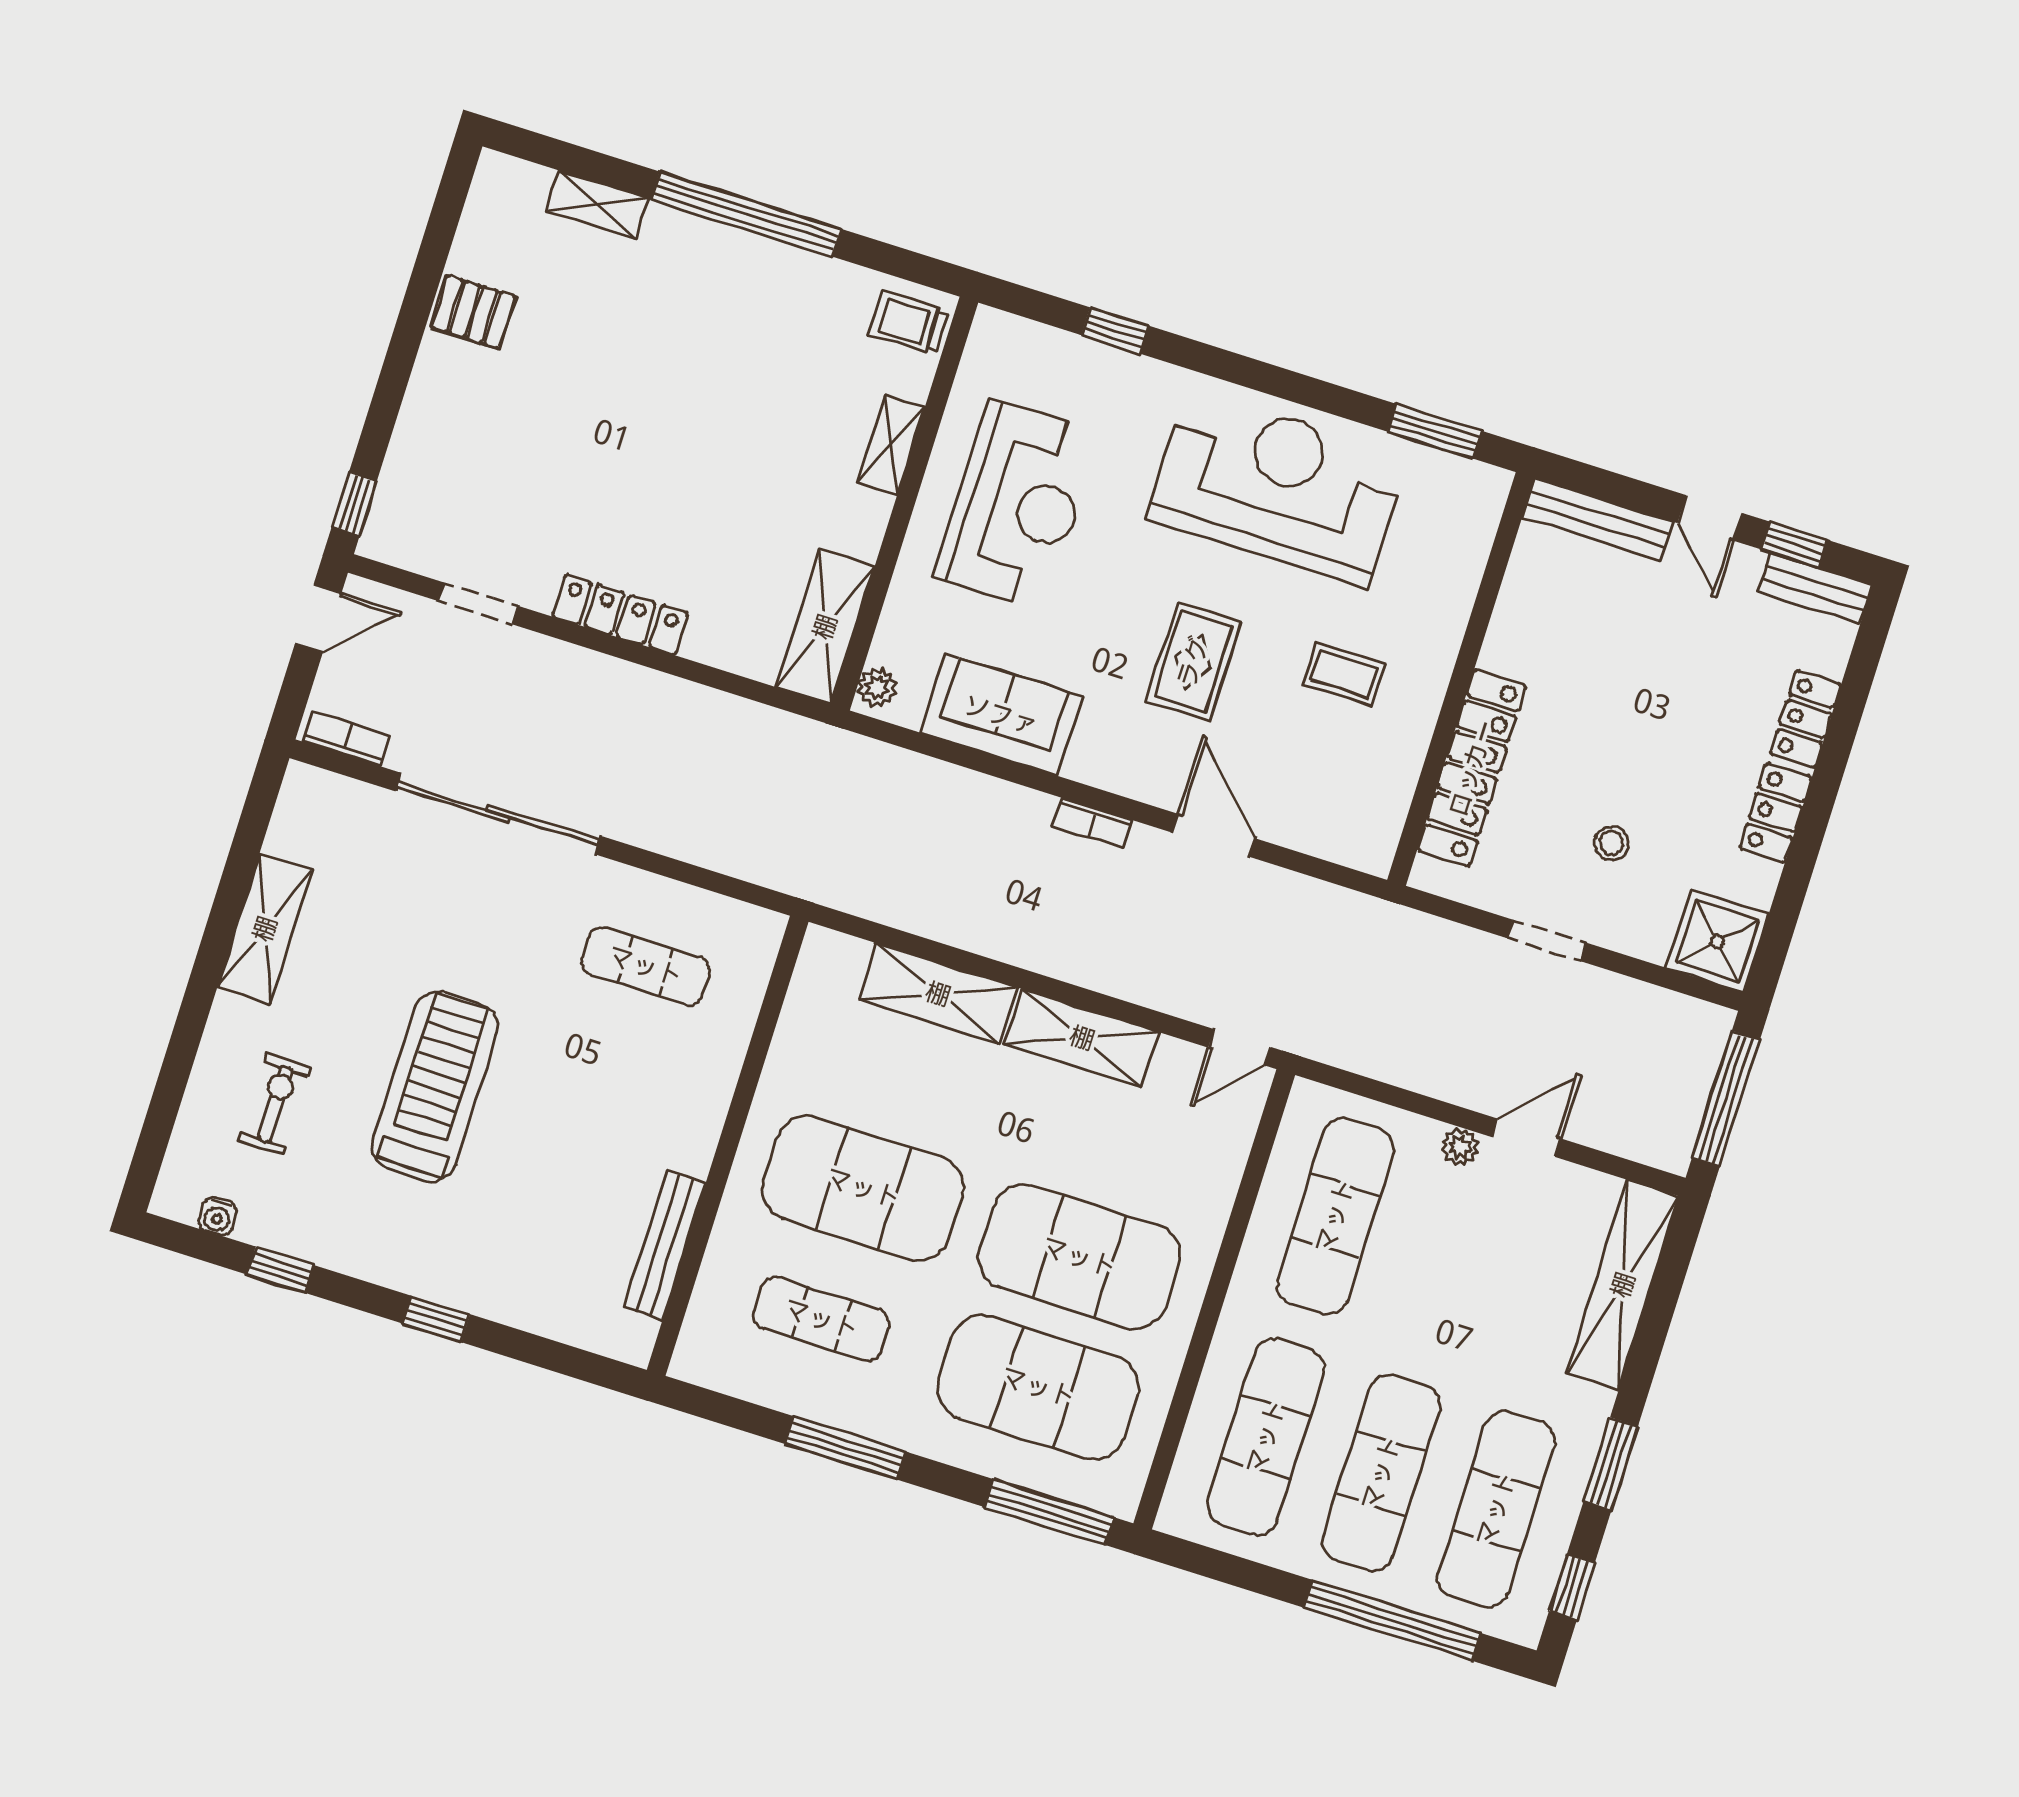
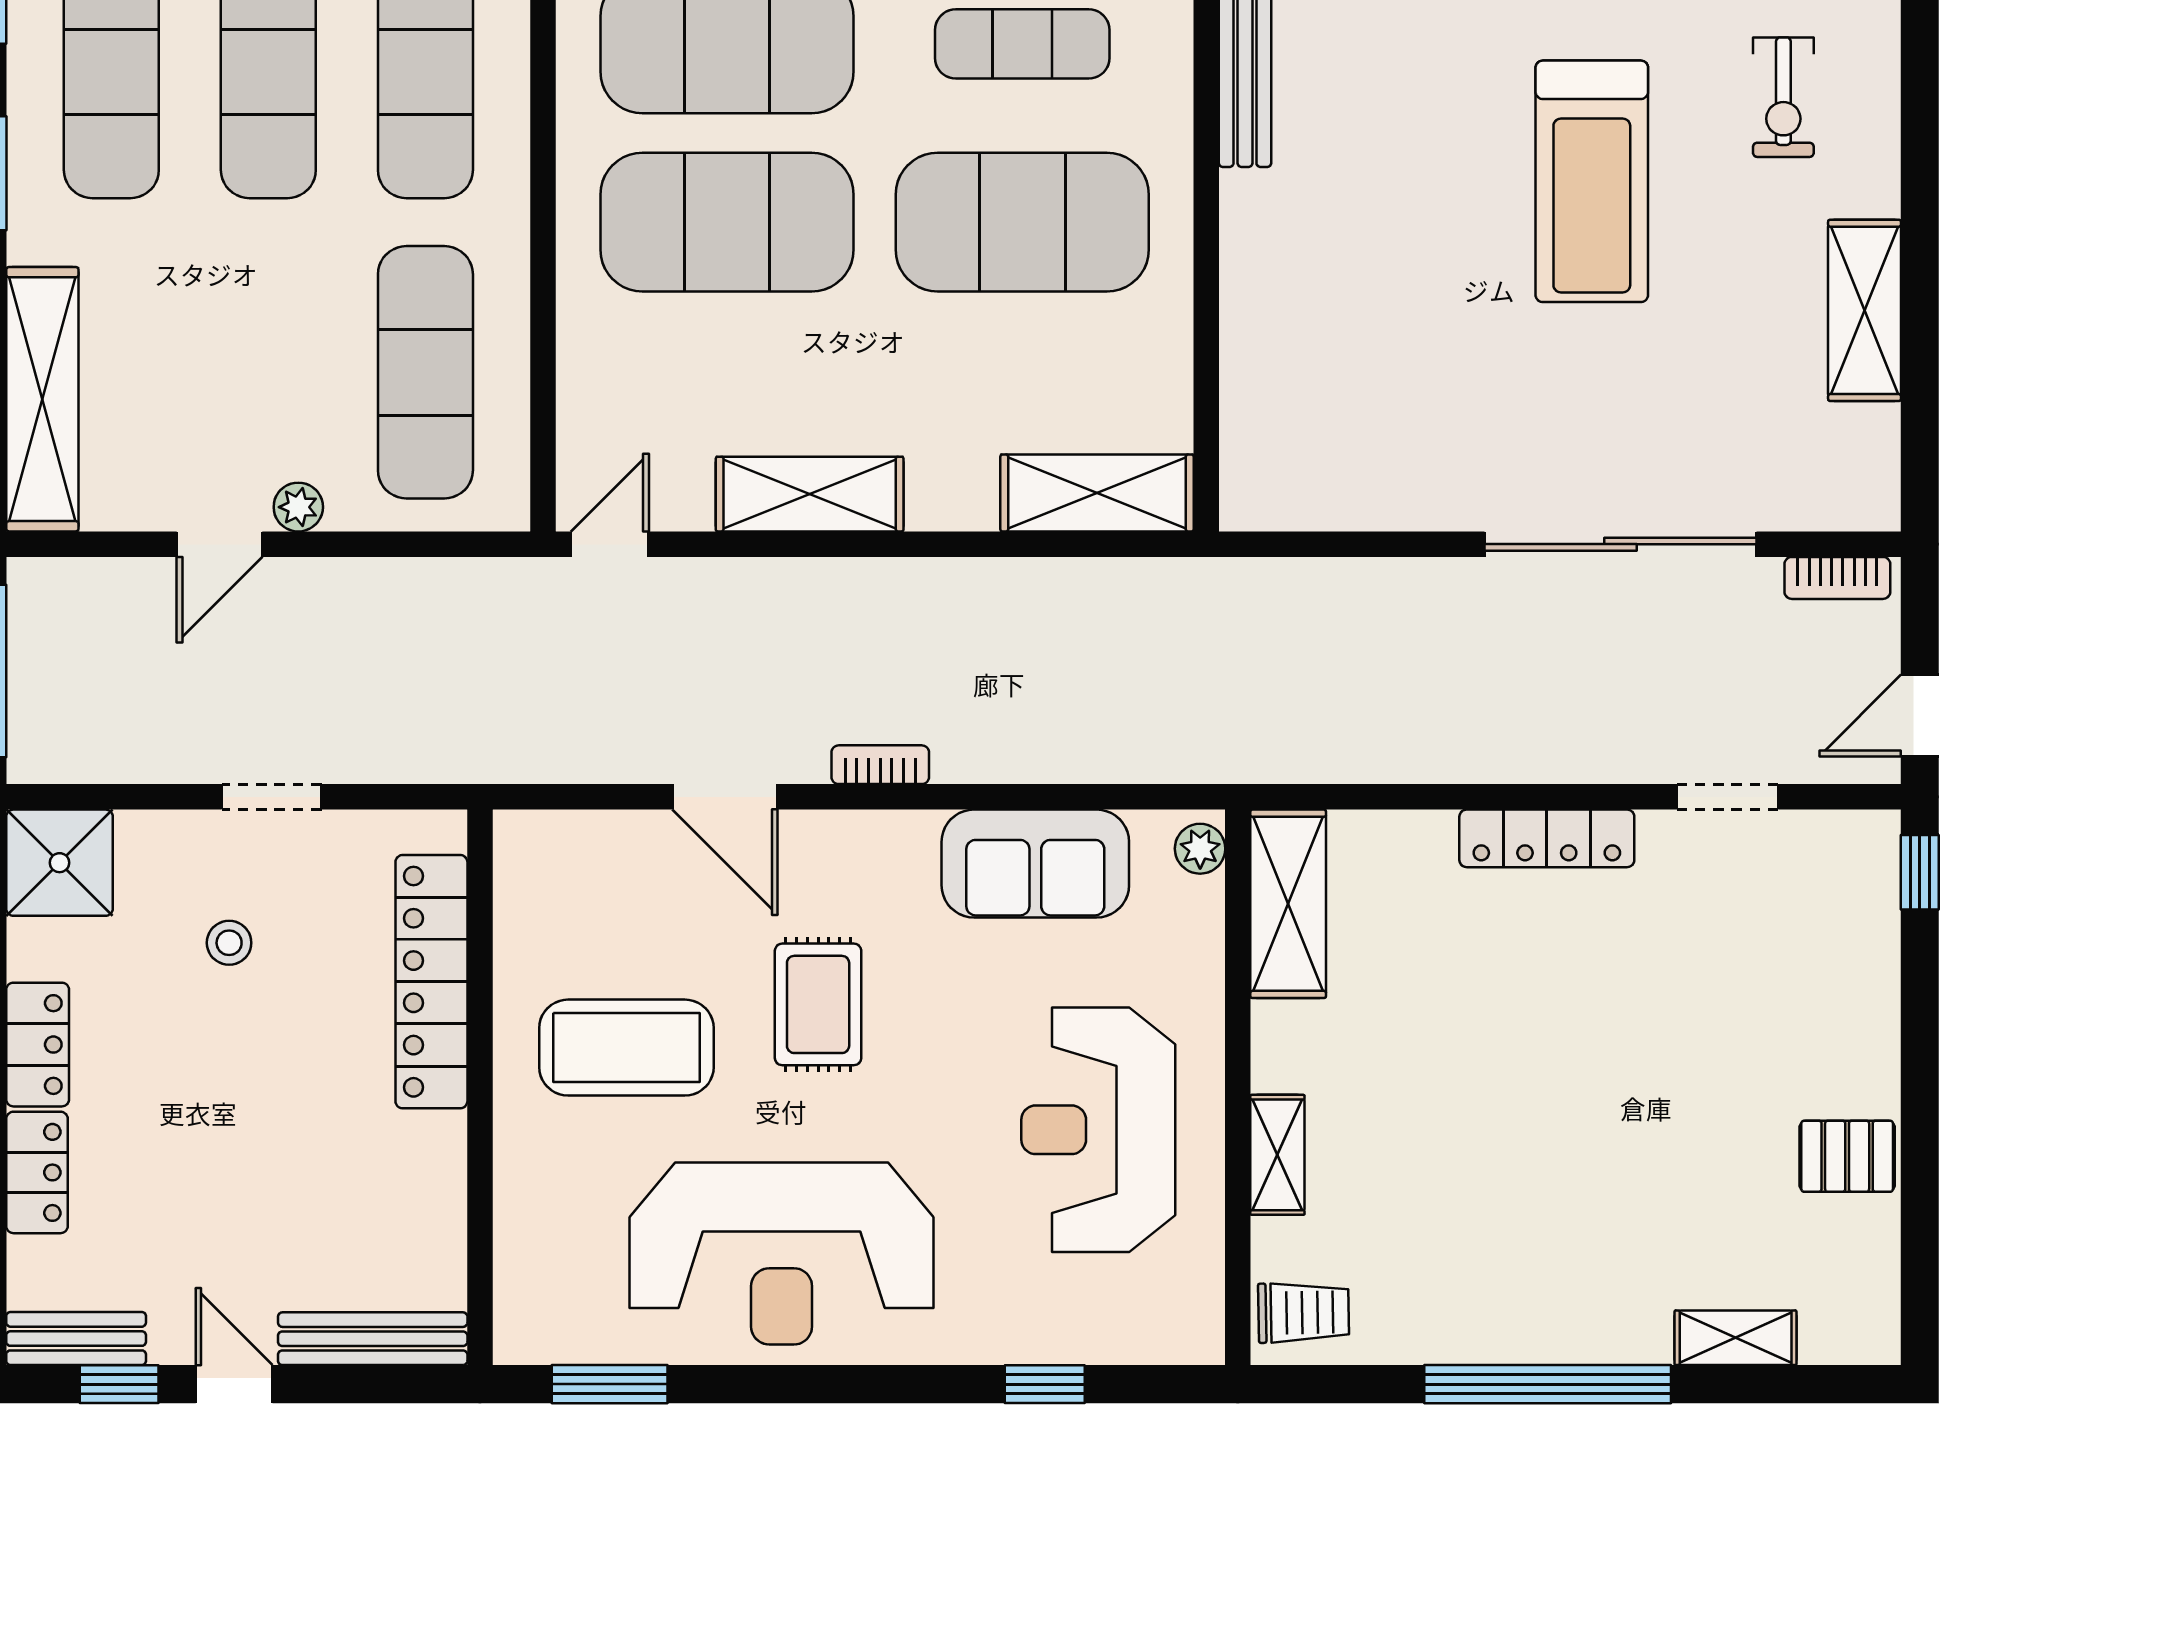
coffee table: (1344, 674) -> (626, 1048), width x1.86, depth x1.72
exercise mat: (645, 966) -> (1378, 413), removed
shelving: (938, 994) -> (1097, 493), moved

